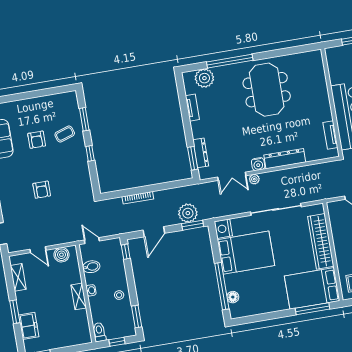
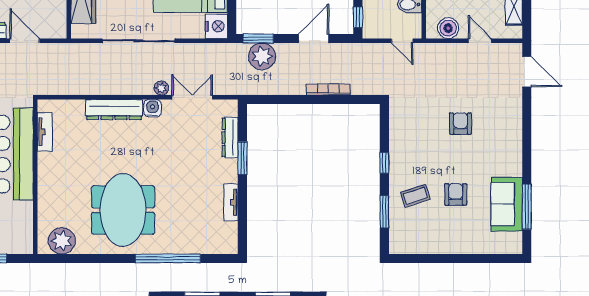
plant: (204, 78) -> (62, 241), moved
window: (193, 158) -> (242, 158), moved

